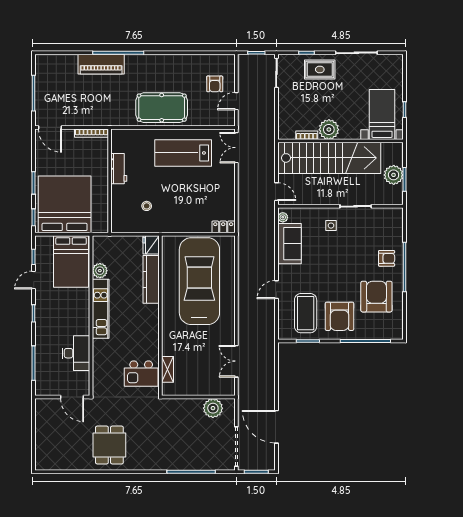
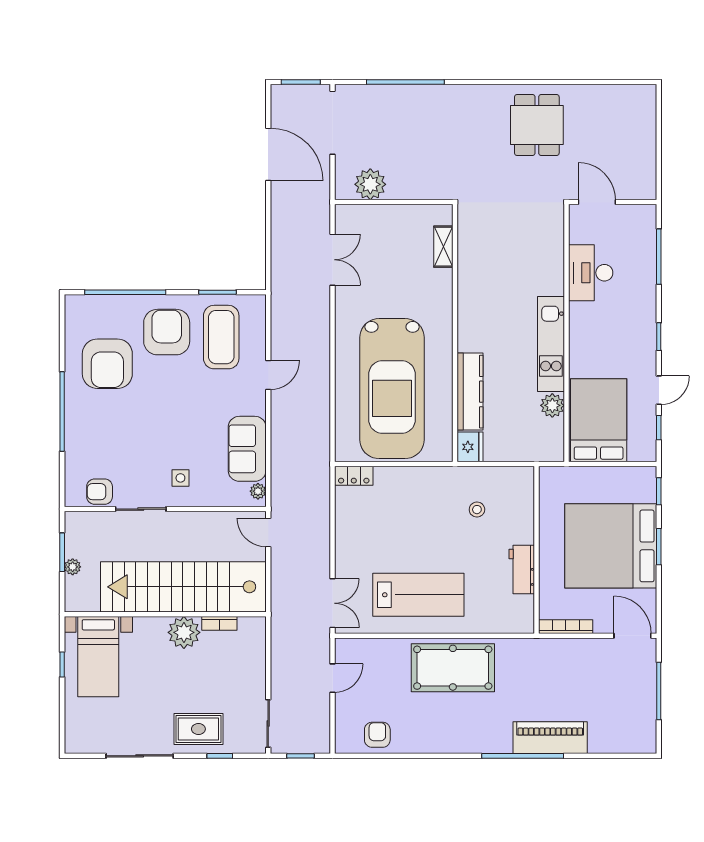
armchair: (215, 84) -> (377, 735), moved
plant: (394, 175) -> (73, 567), width x0.53, depth x0.53
bed: (65, 204) -> (611, 546), moved, turned 90
armchair: (387, 258) -> (100, 492), moved
kitchen island: (141, 374) -> (486, 240), removed

